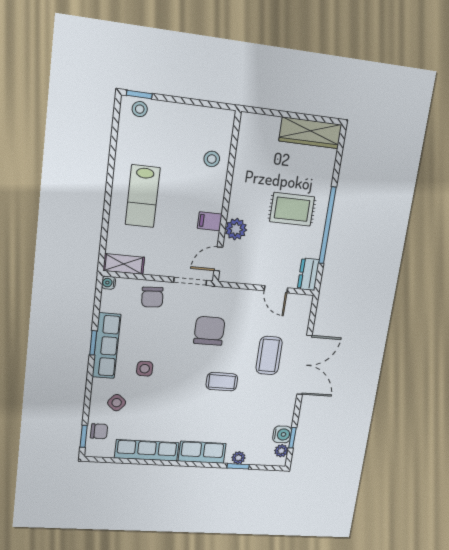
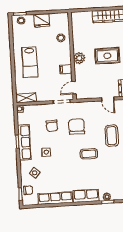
fridge: (181, 116) -> (42, 20), added
plant: (236, 229) -> (79, 58), moved
chair: (152, 297) -> (52, 126), moved

